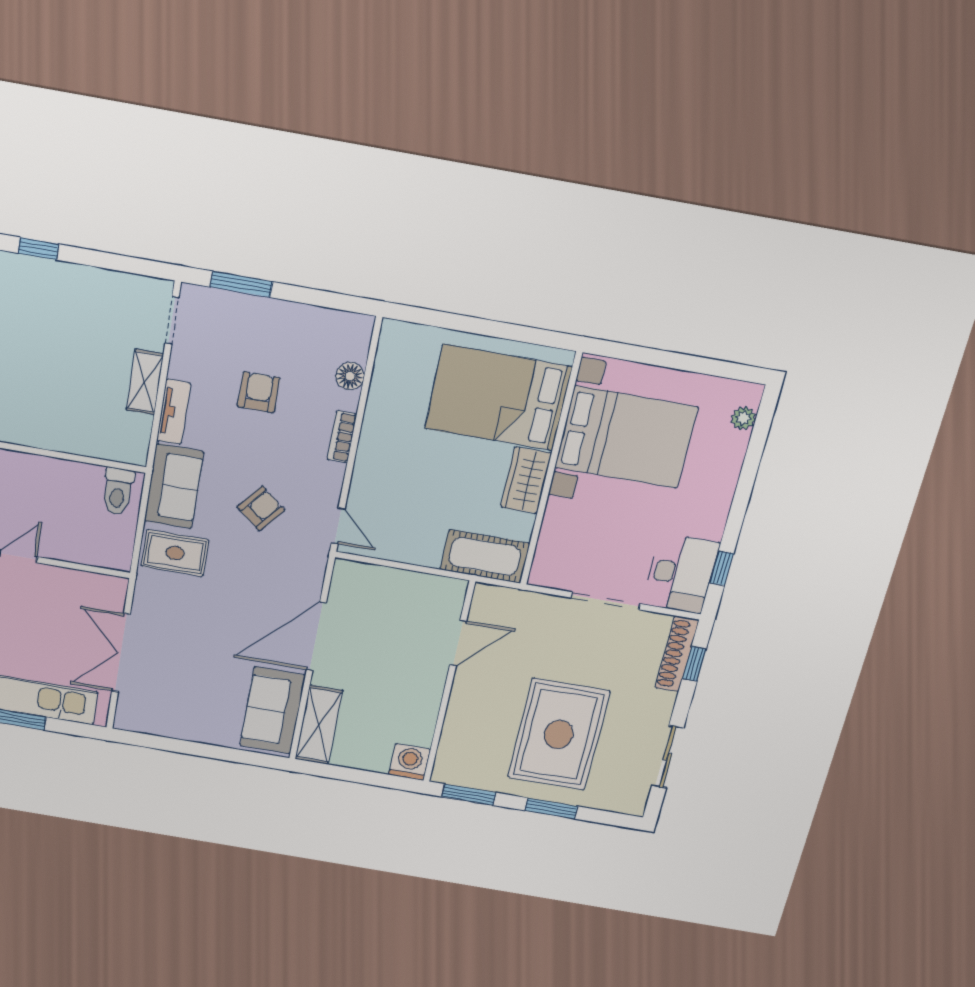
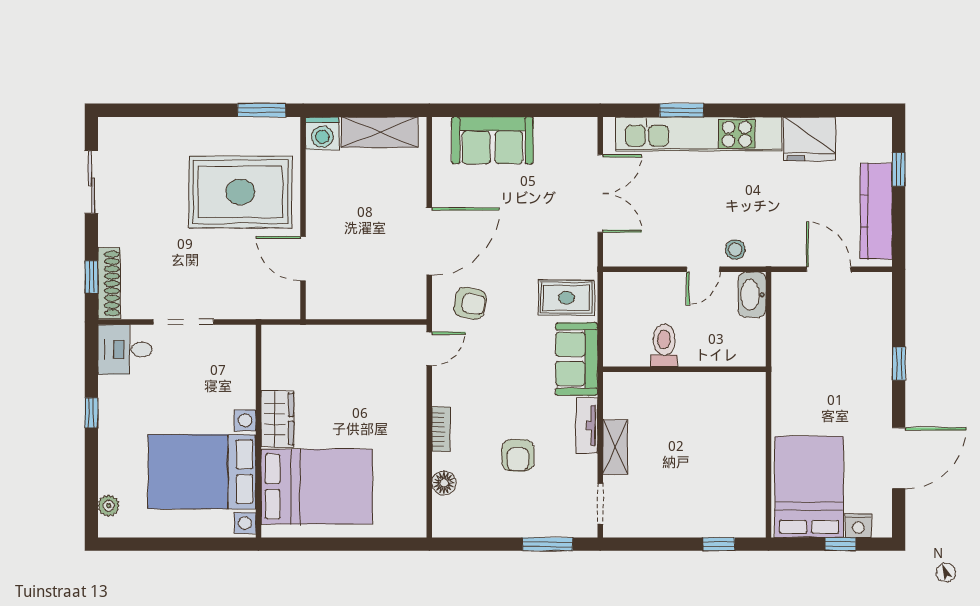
toilet: (118, 492) -> (664, 345), moved
armchair: (261, 508) -> (470, 303), moved, turned -118
door: (338, 526) -> (429, 349), swing flipped
cot: (485, 556) -> (297, 344), removed
window: (721, 568) -> (91, 413), moved
desk: (681, 574) -> (125, 350), width x0.73
door: (458, 643) -> (303, 259), hinge flipped
sofa: (273, 711) -> (492, 140), moved, turned 90
shelving: (319, 725) -> (379, 132), moved, turned 90
rug: (559, 735) -> (240, 192), moved, turned 90
window: (551, 808) -> (184, 110), removed

